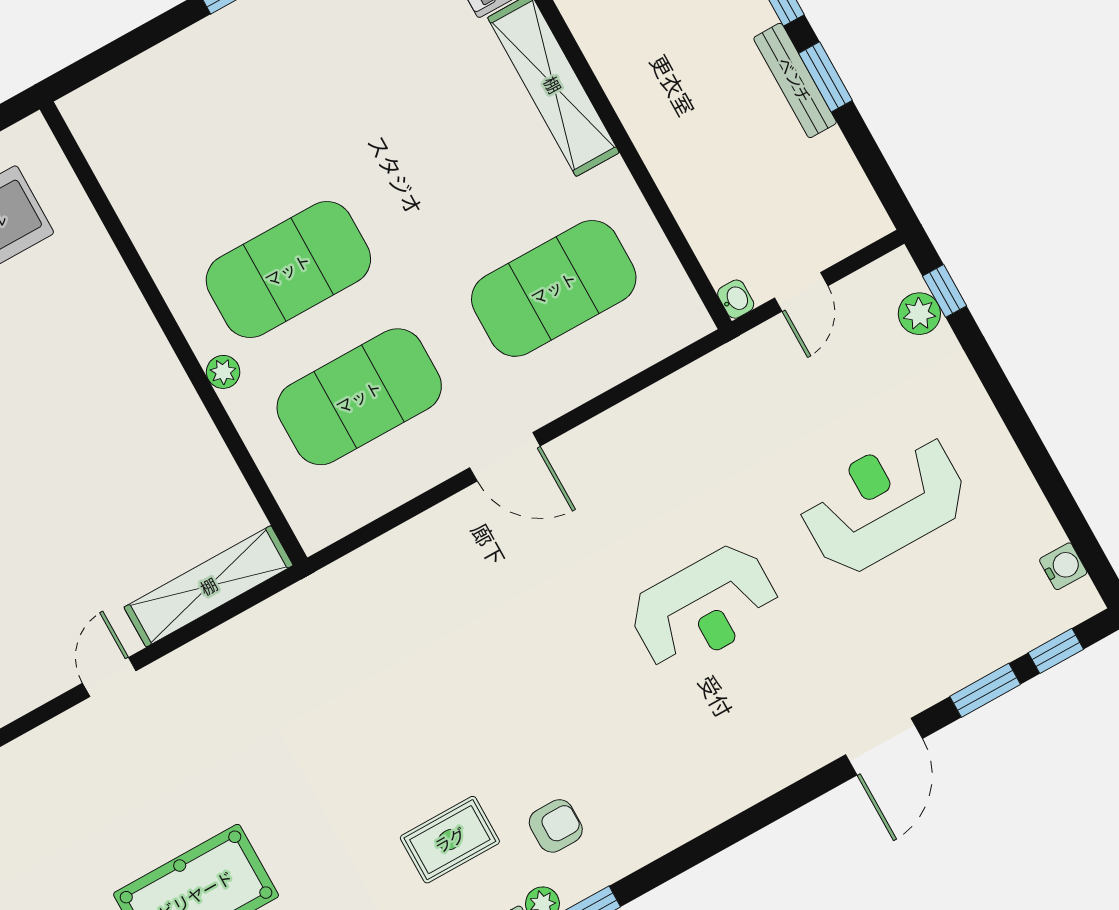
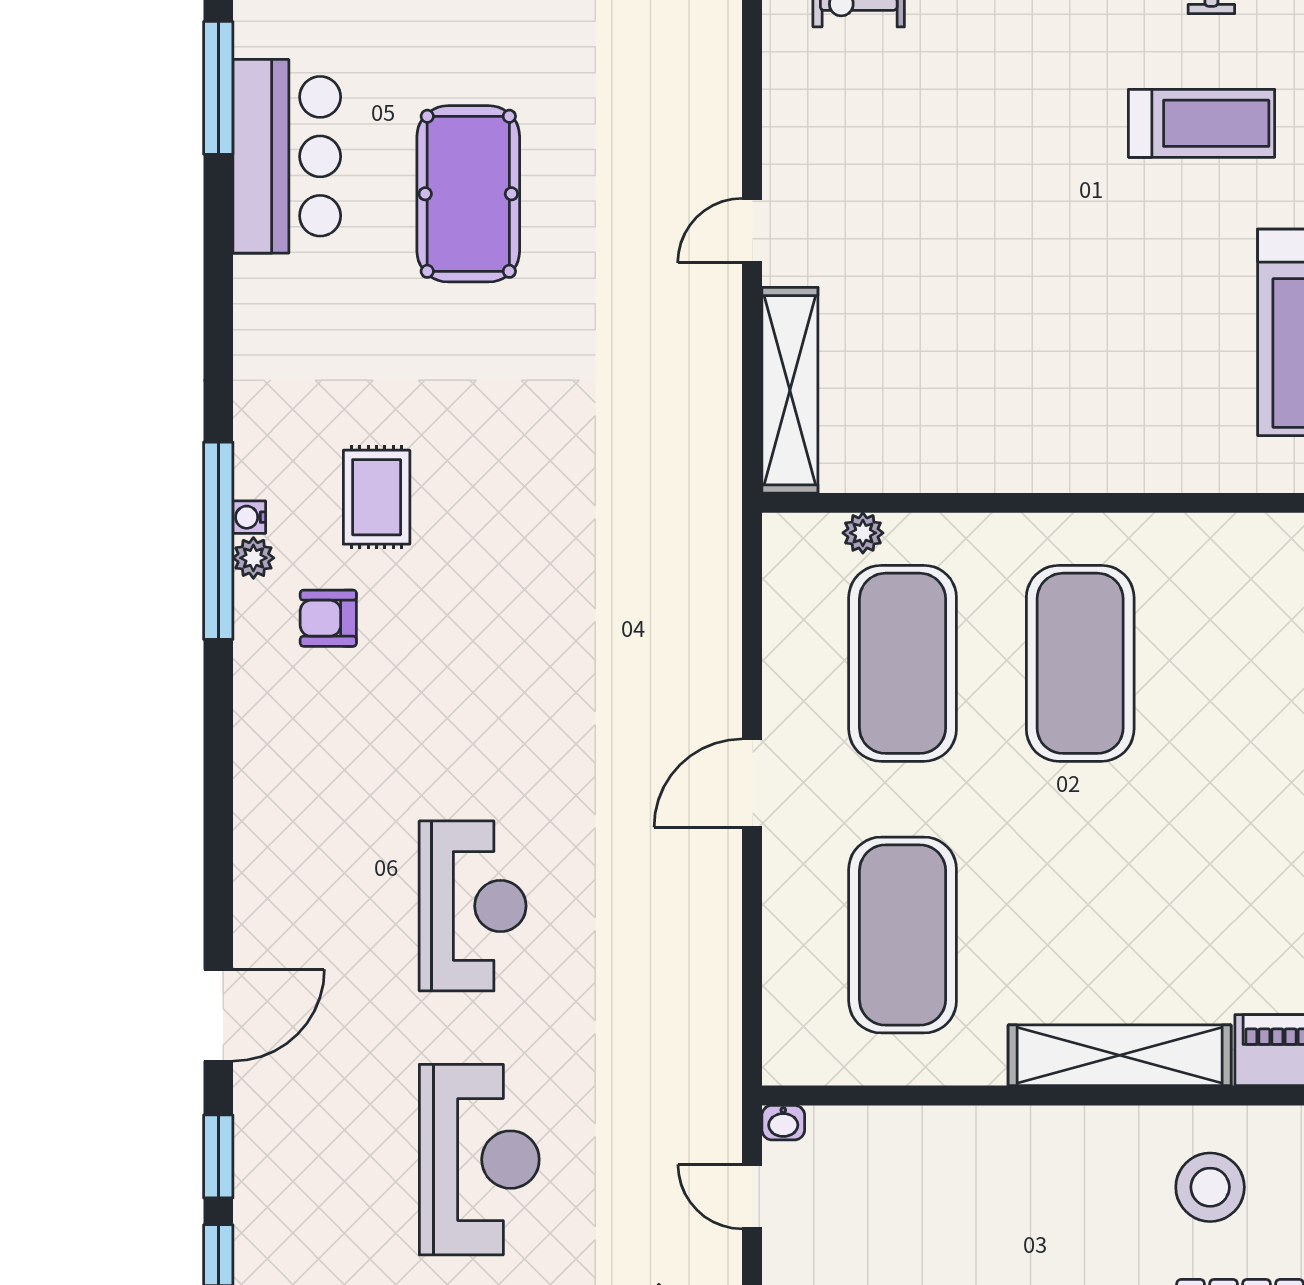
plant: (223, 372) -> (863, 533), moved
reception desk: (704, 608) -> (473, 906), turned 180
door: (109, 677) -> (752, 231), swing flipped
door: (884, 747) -> (218, 1015), swing flipped
armchair: (556, 826) -> (328, 618), turned 90

